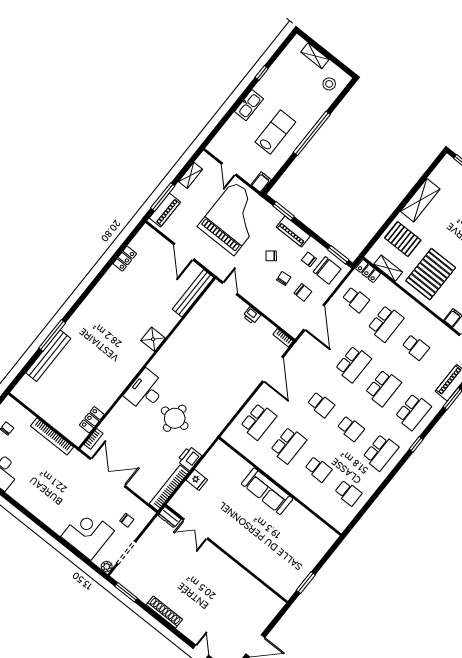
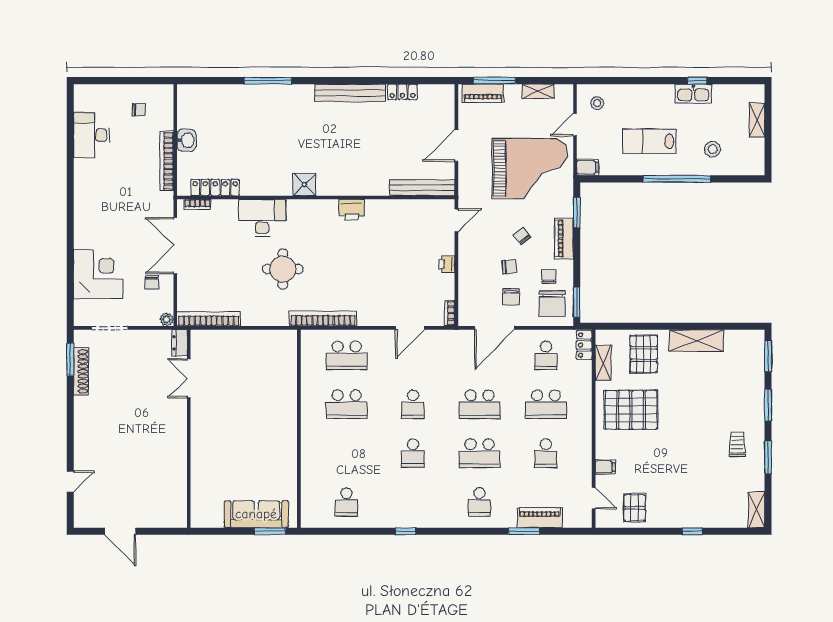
stool: (329, 84) -> (713, 149), moved
kitchen sink: (249, 105) -> (693, 94), moved
lab bench: (275, 132) -> (649, 141), turned 180
stool: (227, 145) -> (597, 103), added
shower: (153, 339) -> (304, 185), moved
bench: (48, 356) -> (350, 93), moved
door: (273, 369) -> (410, 328), width x0.73
desk: (145, 391) -> (262, 218), moved
school desk: (413, 412) -> (479, 502), width x0.54
washbasin: (49, 414) -> (186, 140), added
bookcase: (225, 418) -> (323, 319), added
locker: (92, 420) -> (215, 188), width x1.53
window: (416, 444) -> (406, 531), moved
school desk: (381, 452) -> (413, 502), removed
printer: (189, 458) -> (352, 210), moved, turned 180
school desk: (318, 469) -> (347, 453), removed
double door: (108, 472) -> (175, 246), swing flipped
fridge: (197, 480) -> (239, 340), removed
sofa: (267, 491) -> (256, 514), moved, turned 90
chair: (127, 520) -> (152, 282), moved
plant: (107, 567) -> (167, 319), moved
window: (306, 583) -> (270, 531), moved
shoe rack: (164, 612) -> (81, 371), moved

